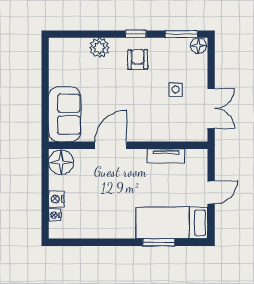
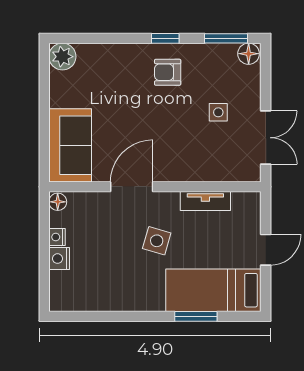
plant: (99, 48) -> (62, 57), moved
armchair: (138, 59) -> (168, 72), turned -90
floor lamp: (61, 162) -> (58, 202), width x0.53, depth x0.53
side table: (129, 186) -> (157, 241), added
nightstand: (55, 215) -> (57, 237), moved

